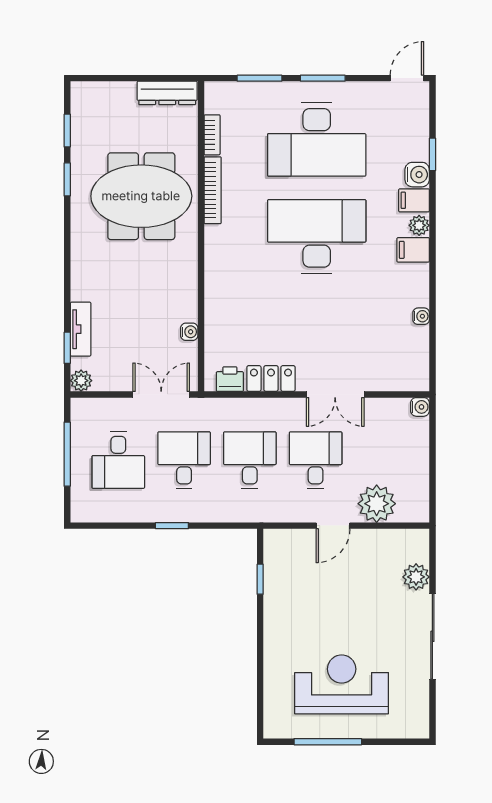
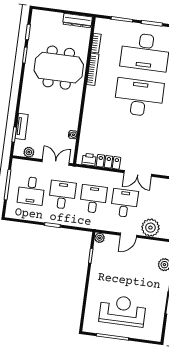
plant: (81, 381) -> (29, 152), moved
plant: (274, 539) -> (100, 238), added

